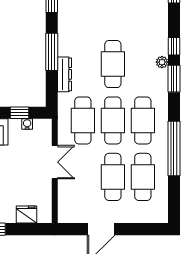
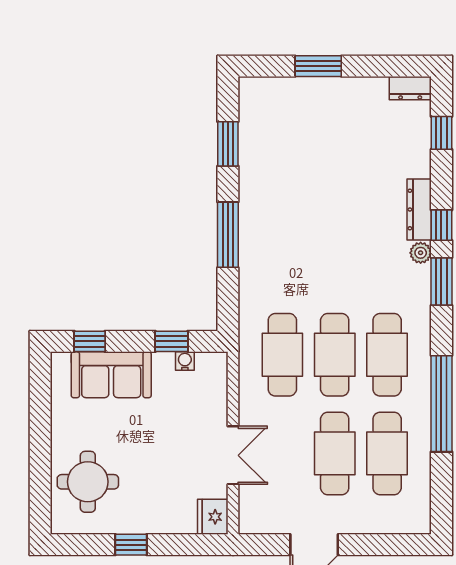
cafe table: (113, 64) -> (335, 256), removed
dresser: (65, 74) -> (419, 210), moved, turned 180
double door: (55, 162) -> (233, 455), moved
fridge: (26, 215) -> (213, 517), moved, turned -90

